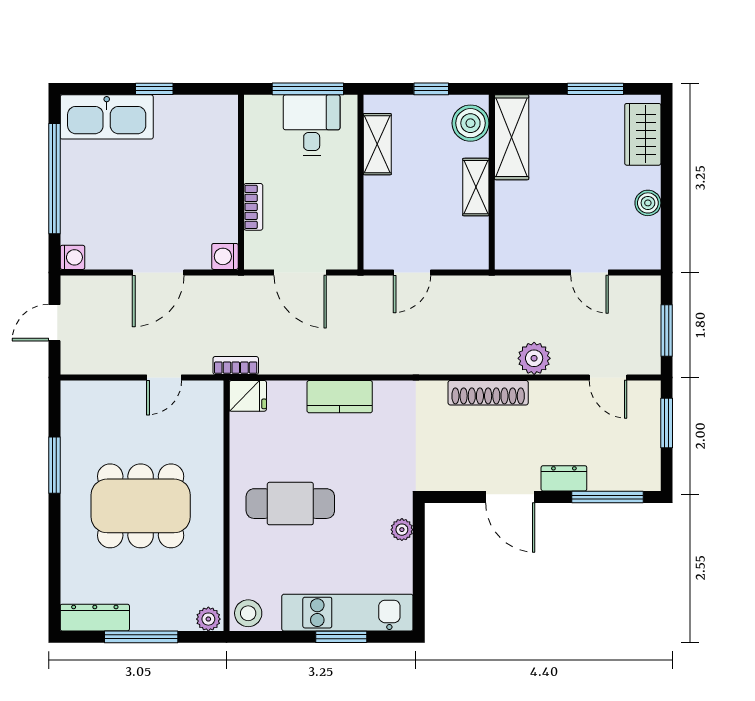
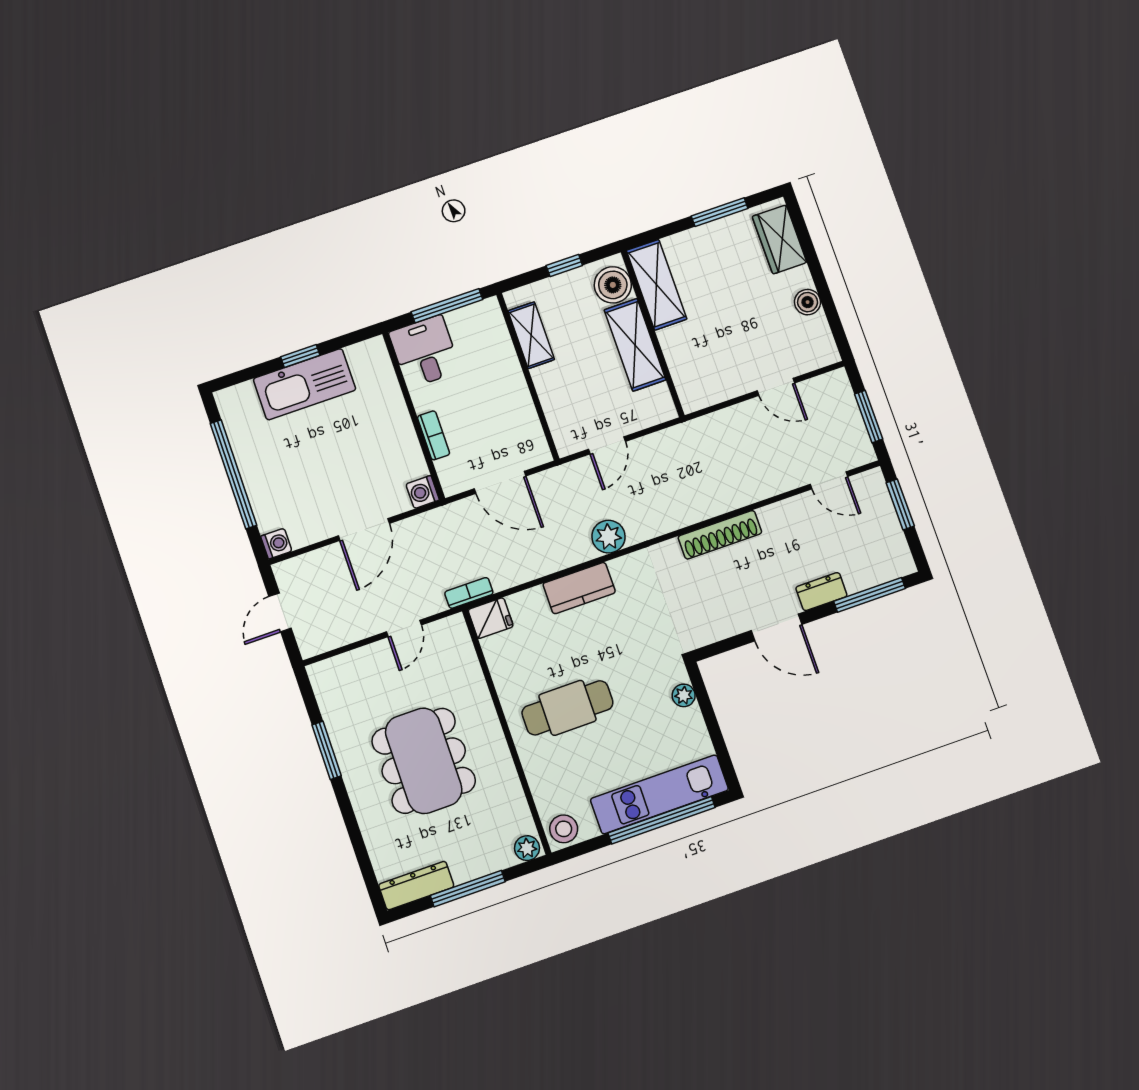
kitchen sink: (107, 117) -> (305, 384), moved
desk: (312, 125) -> (425, 352), moved
shelving: (476, 187) -> (635, 345), width x1.50, depth x1.33
plant: (534, 358) -> (608, 537), moved
dining table: (141, 506) -> (424, 761), turned 90
window: (341, 637) -> (662, 820), width x2.11

